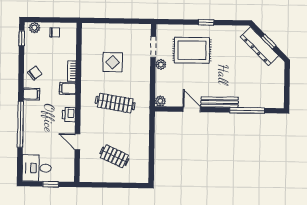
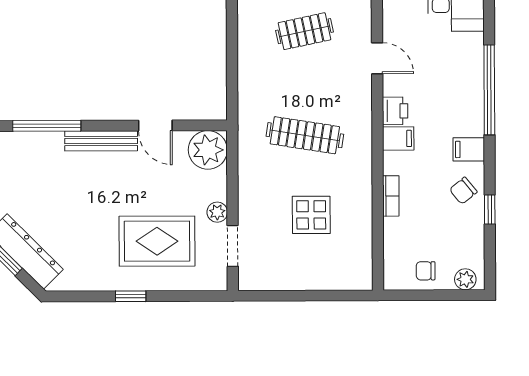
window: (22, 38) -> (490, 209), moved
filing cabinet: (68, 88) -> (398, 138), moved
plant: (160, 101) -> (208, 150), width x1.87, depth x1.87
clothes rail: (114, 156) -> (304, 31), turned -36

